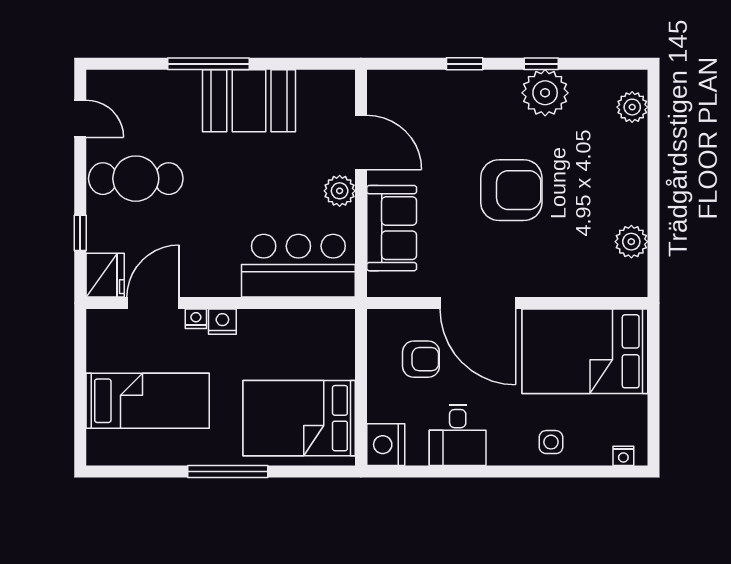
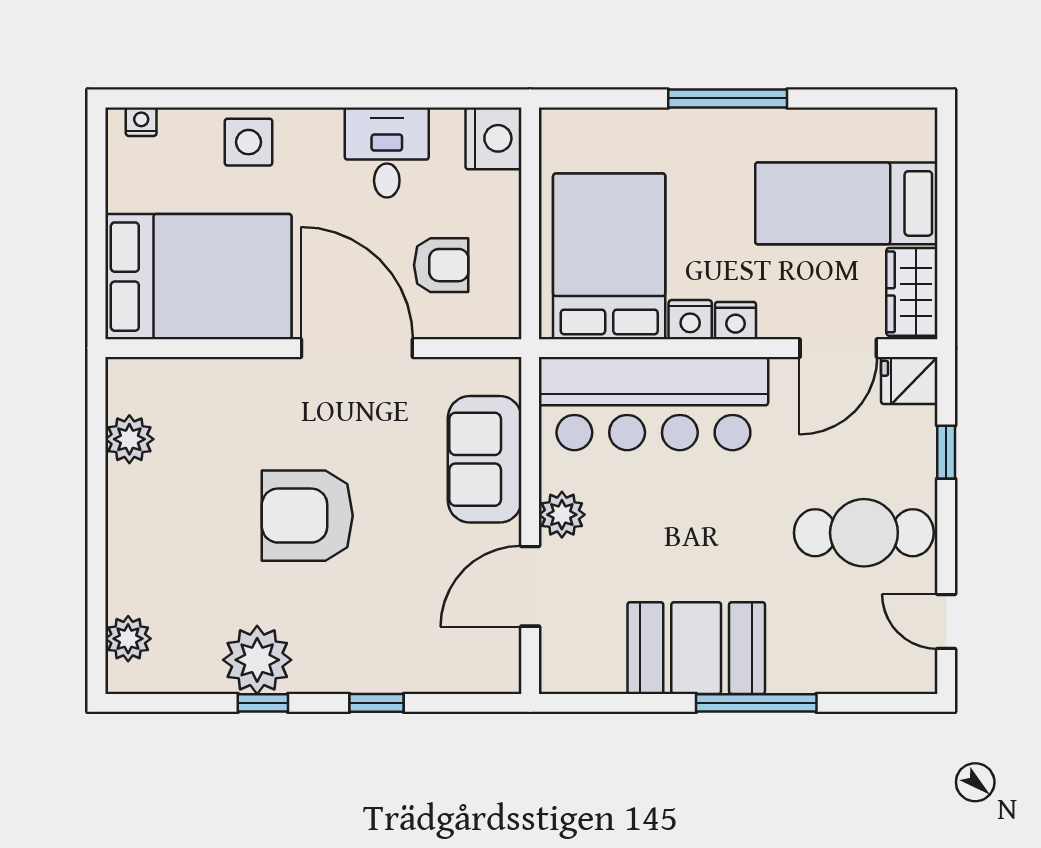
door: (361, 142) -> (530, 586), hinge flipped
bar counter: (298, 266) -> (653, 404), width x1.36
fridge: (105, 275) -> (909, 381), width x0.72
nightstand: (196, 319) -> (690, 320), moved, width x1.39, depth x1.35
wardrobe: (103, 341) -> (912, 292), added
armchair: (421, 359) -> (441, 265), turned 180
bed: (299, 418) -> (609, 256), moved, turned -90
side table: (551, 442) -> (249, 142), width x1.37, depth x1.37

